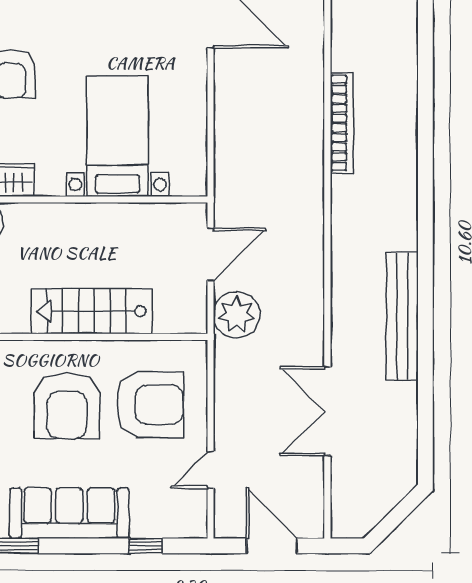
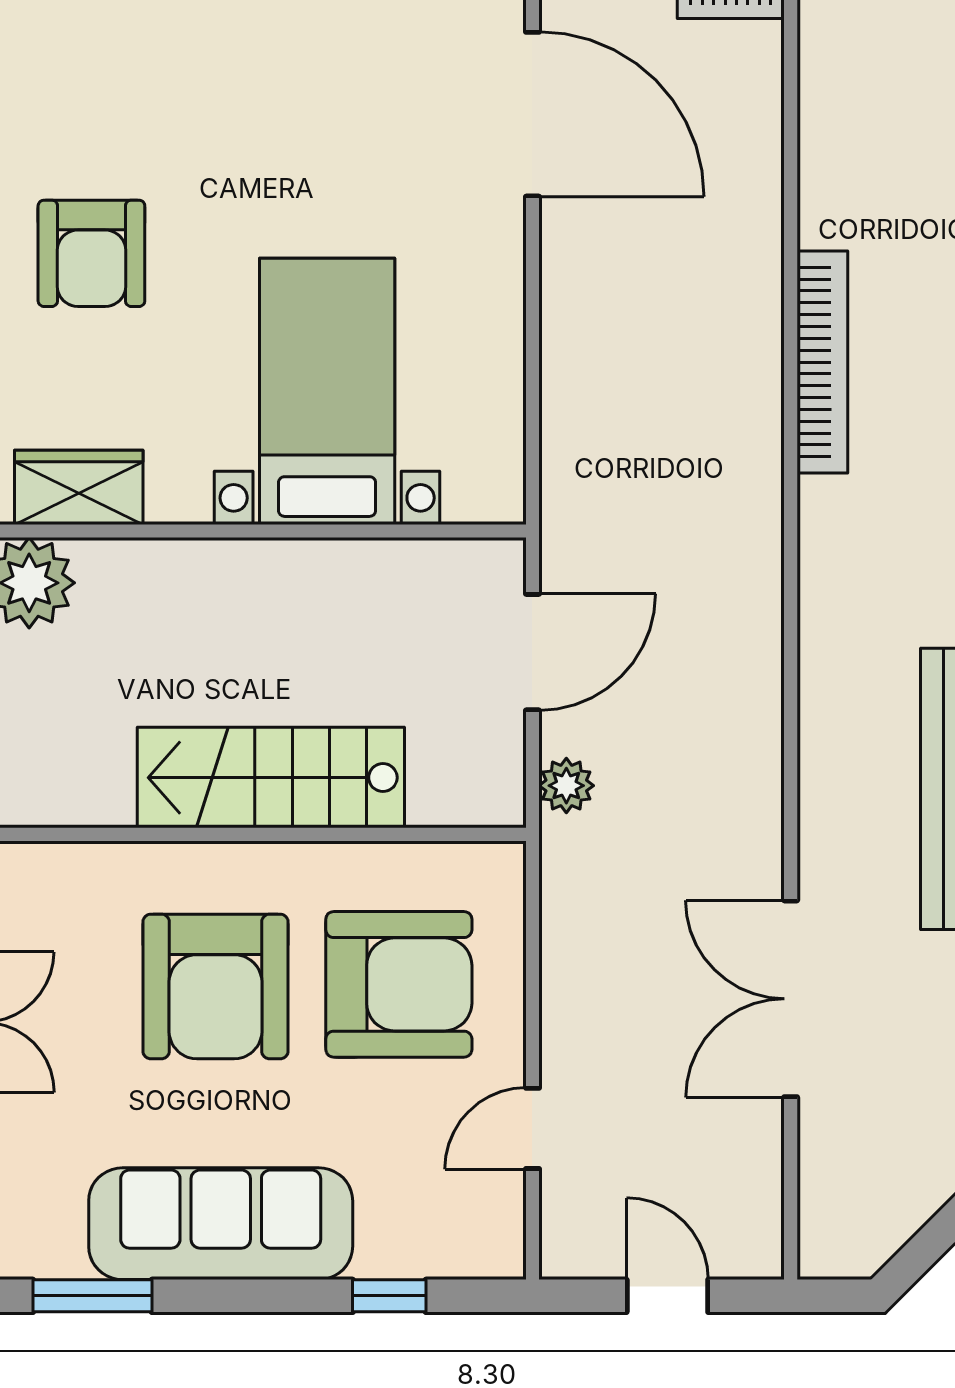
plant: (237, 315) -> (566, 786), width x0.53, depth x0.53
door: (272, 546) -> (667, 1296), width x0.73

